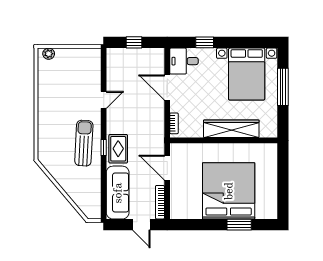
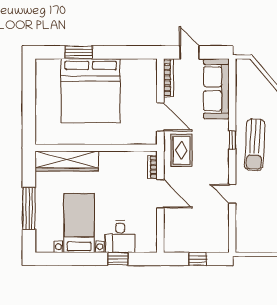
desk: (184, 61) -> (120, 237), moved, turned 90
bed with nightstands: (247, 74) -> (79, 223), width x0.73
door: (167, 87) -> (160, 194), moved
door: (104, 100) -> (232, 194), hinge flipped
wardrobe: (231, 129) -> (67, 161), moved
rug: (118, 149) -> (182, 150), moved

